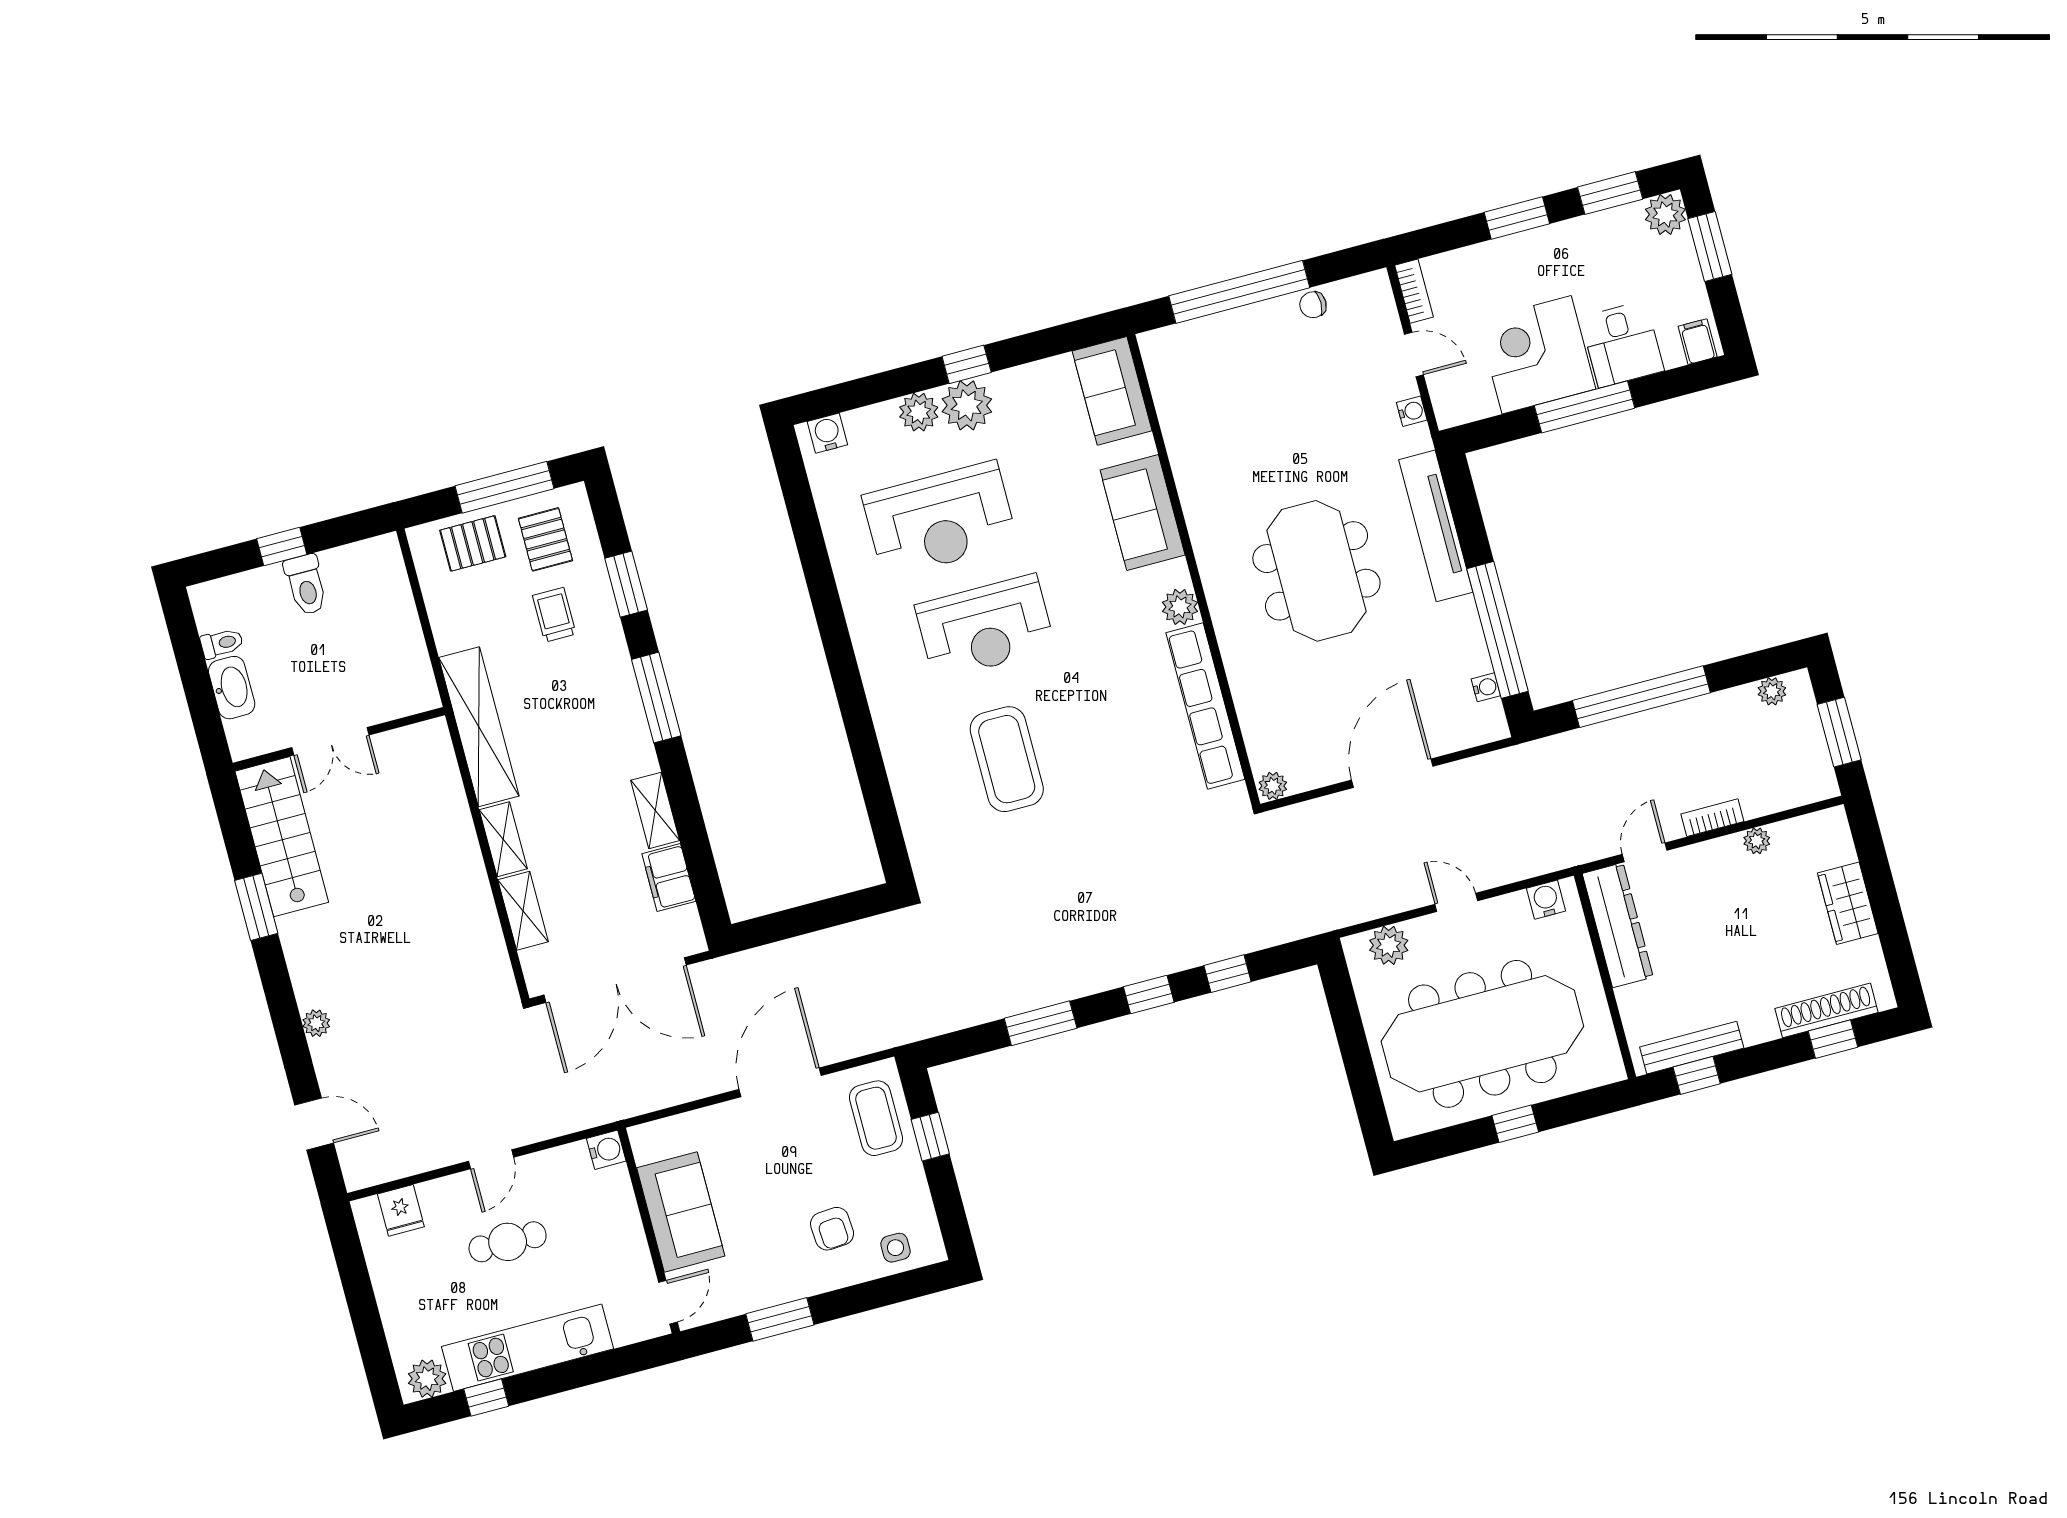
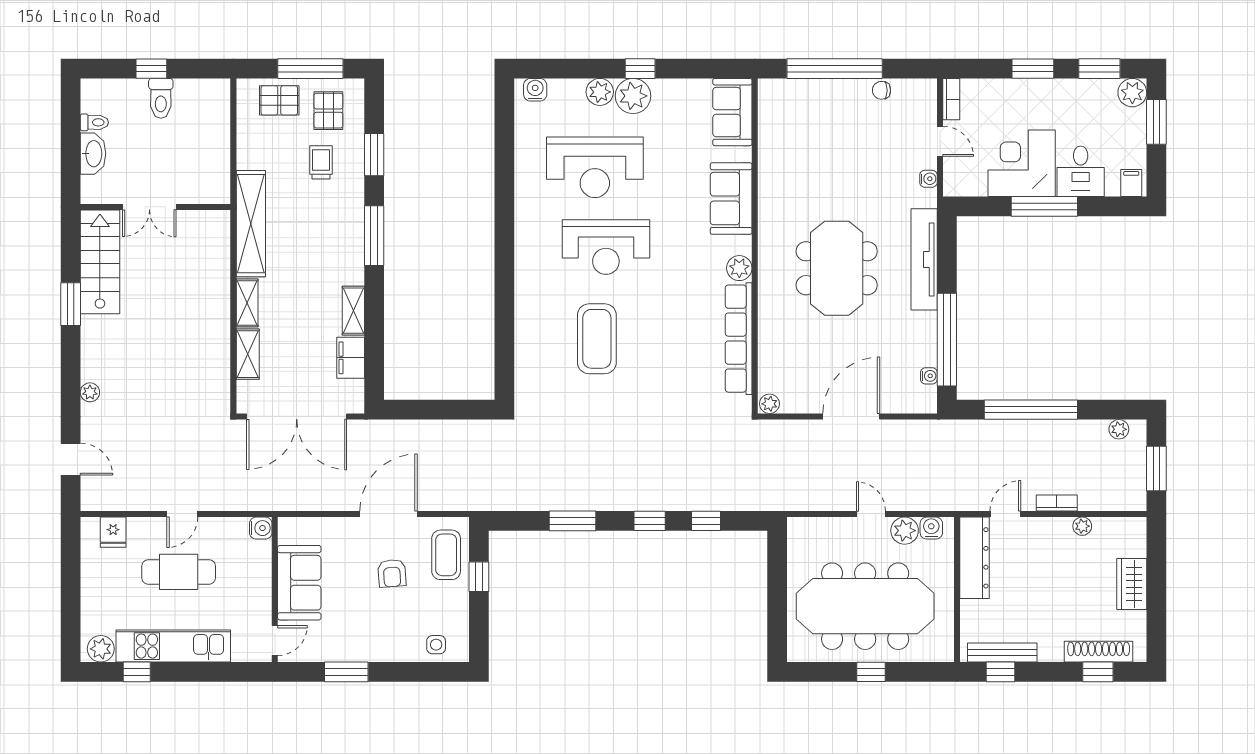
plant: (1389, 945) -> (905, 531), moved
armchair: (832, 1229) -> (392, 573), moved
cafe table: (508, 1242) -> (179, 572), width x1.37, depth x1.35

